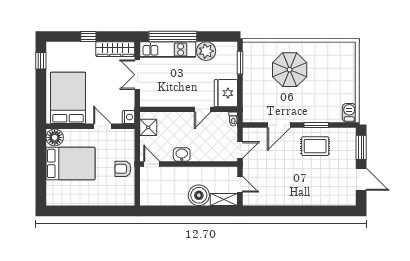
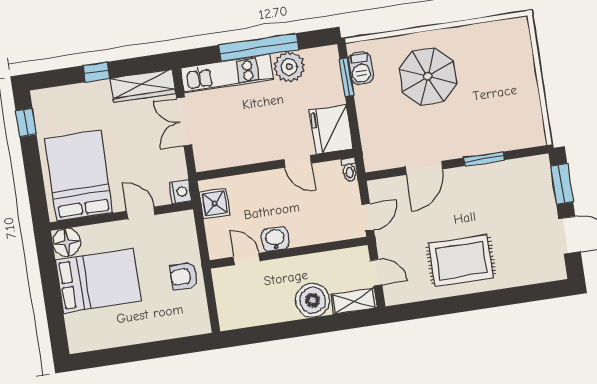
window: (173, 36) -> (259, 47), moved
door: (203, 109) -> (298, 161), hinge flipped
barbecue: (349, 113) -> (361, 68), moved, turned 180
rug: (315, 146) -> (461, 261), moved, width x1.36, depth x1.43
door: (152, 164) -> (247, 259), moved

